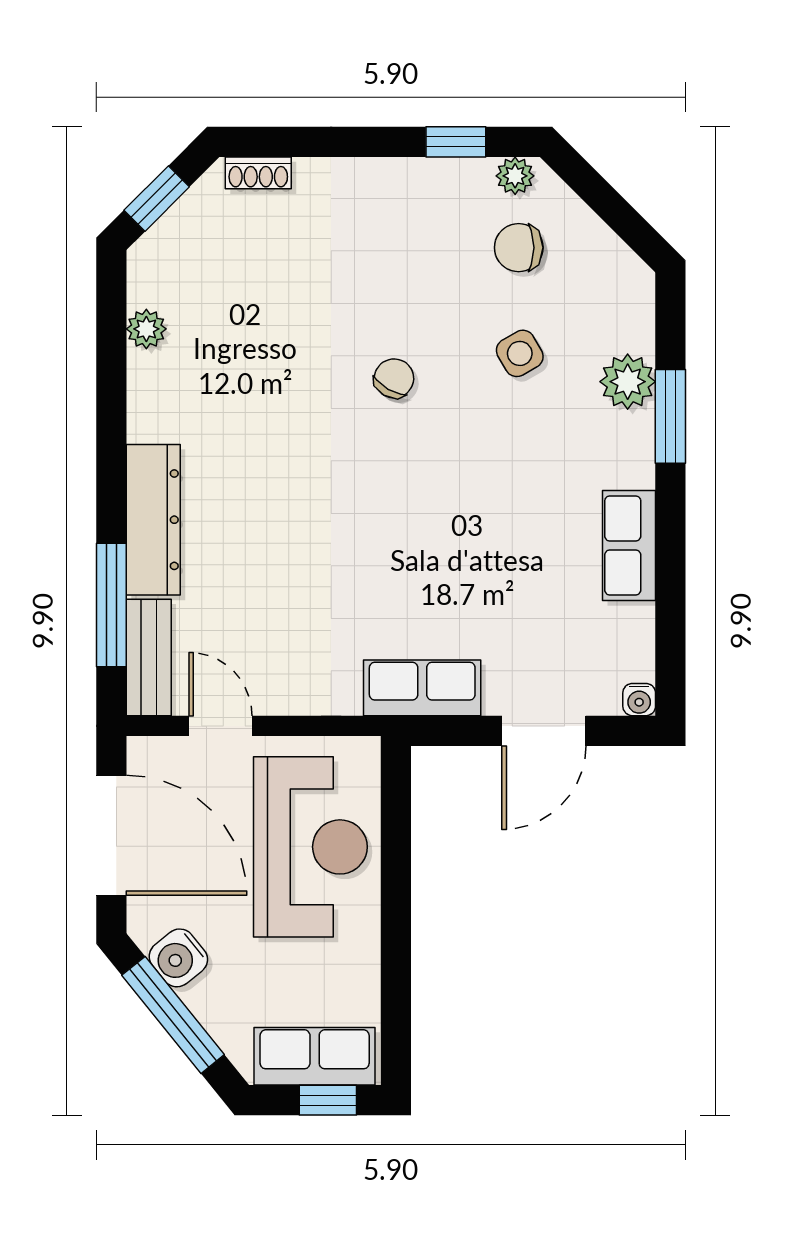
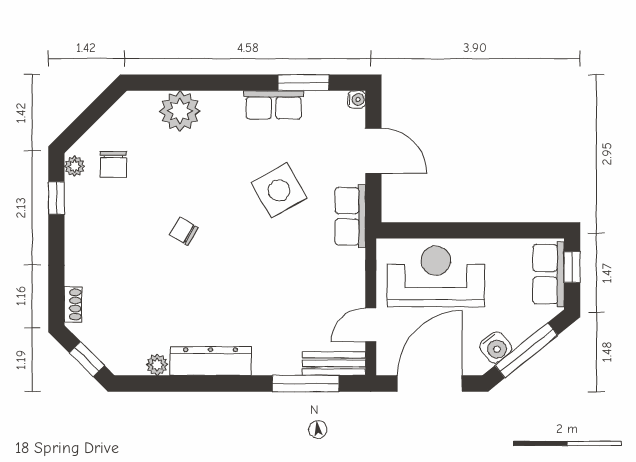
side table: (520, 353) -> (279, 190), moved, width x1.87, depth x1.87
plant: (628, 382) -> (180, 111), width x1.36, depth x1.36
window: (670, 416) -> (303, 83), moved
dresser: (153, 520) -> (211, 361), moved

